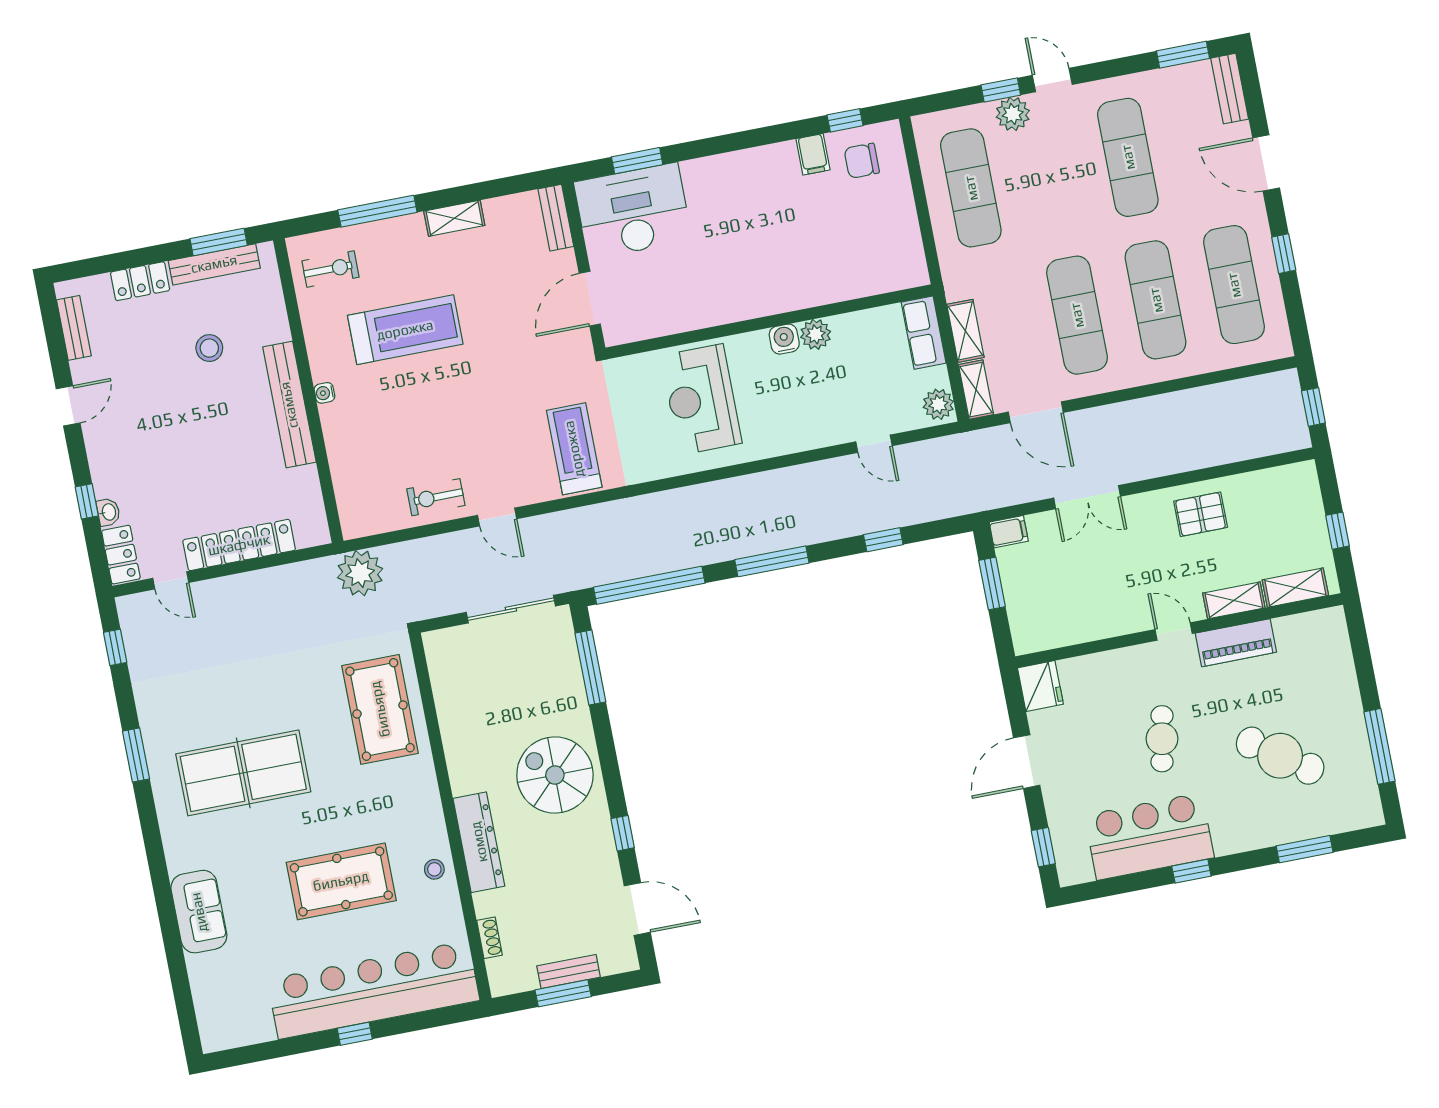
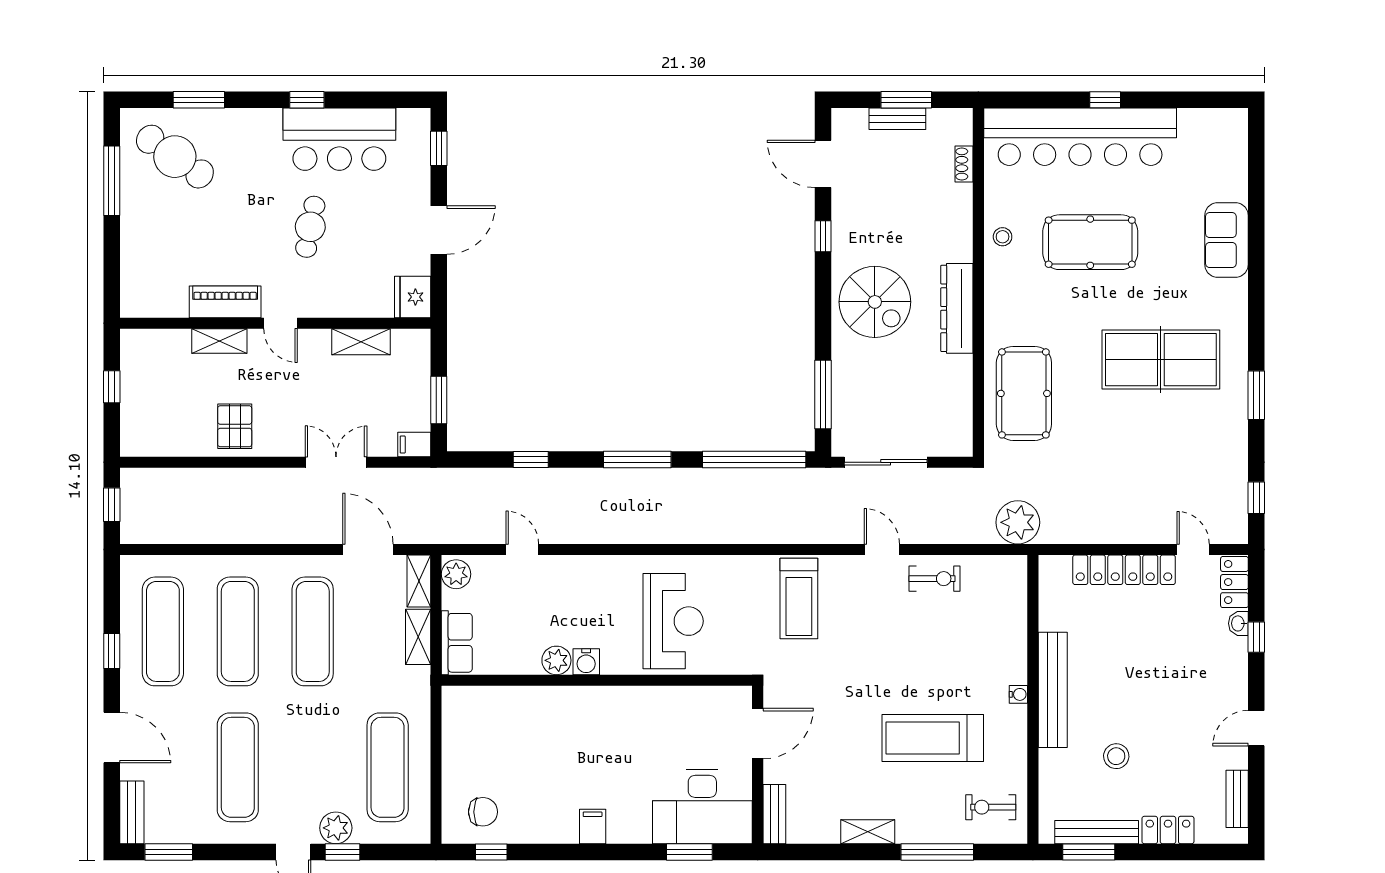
filing cabinet: (813, 154) -> (593, 826), moved
pallet: (1201, 514) -> (235, 426), turned 90
shelving: (1295, 588) -> (361, 342), moved
cafe table: (1280, 756) -> (175, 157), moved
dresser: (479, 842) -> (957, 308), moved

